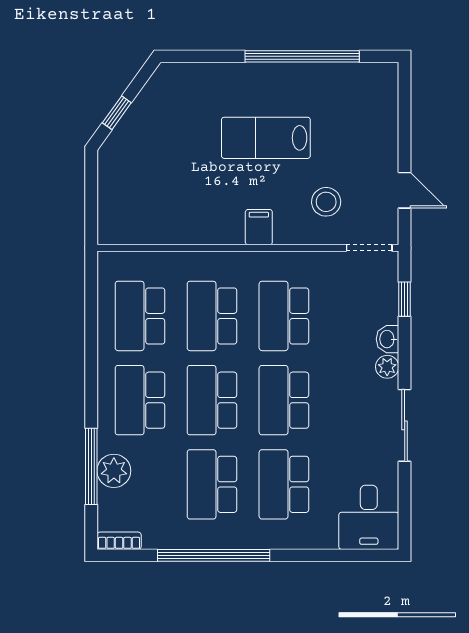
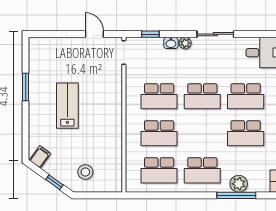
window: (302, 56) -> (26, 87), width x0.47
lab bench: (266, 138) -> (67, 106), turned 180
door: (405, 190) -> (94, 34), hinge flipped
stool: (326, 202) -> (85, 172), moved
filing cabinet: (259, 227) -> (40, 157), moved, turned 126
school desk: (212, 400) -> (202, 133), removed

